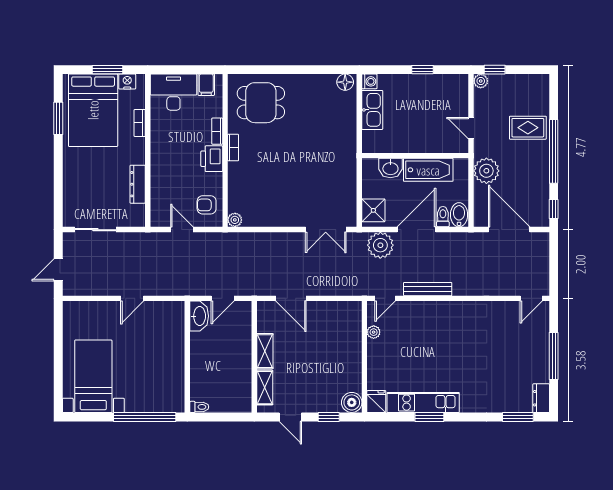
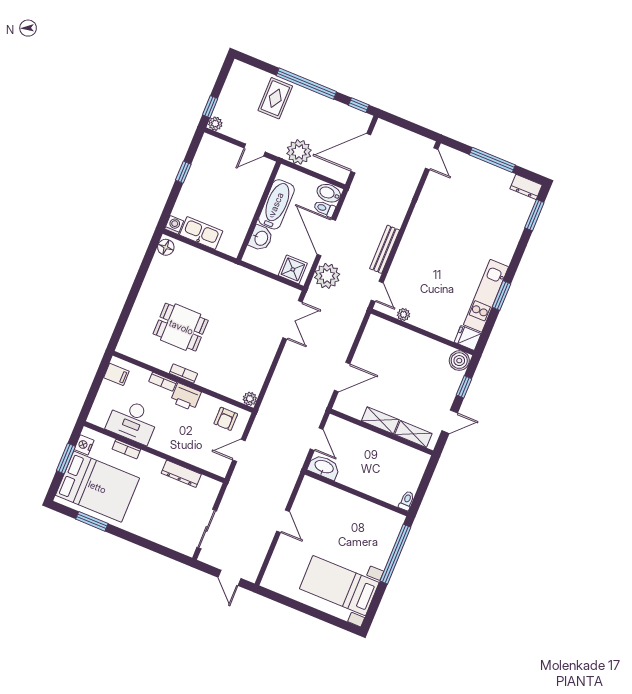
desk: (173, 92) -> (133, 421), moved, turned -90
dining table: (261, 103) -> (181, 327), moved, turned 90

